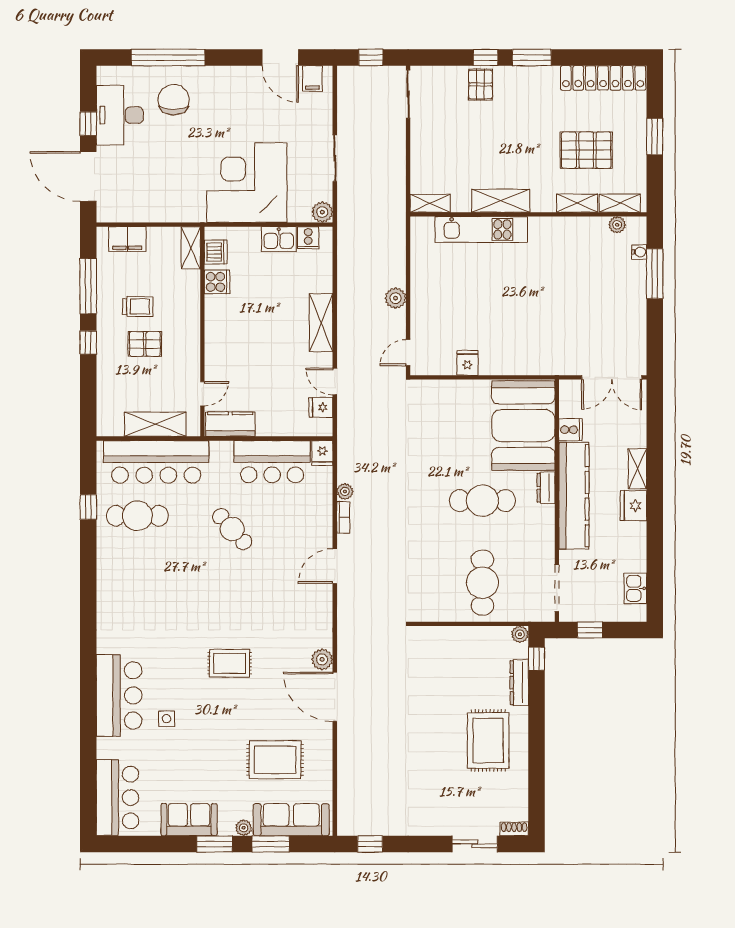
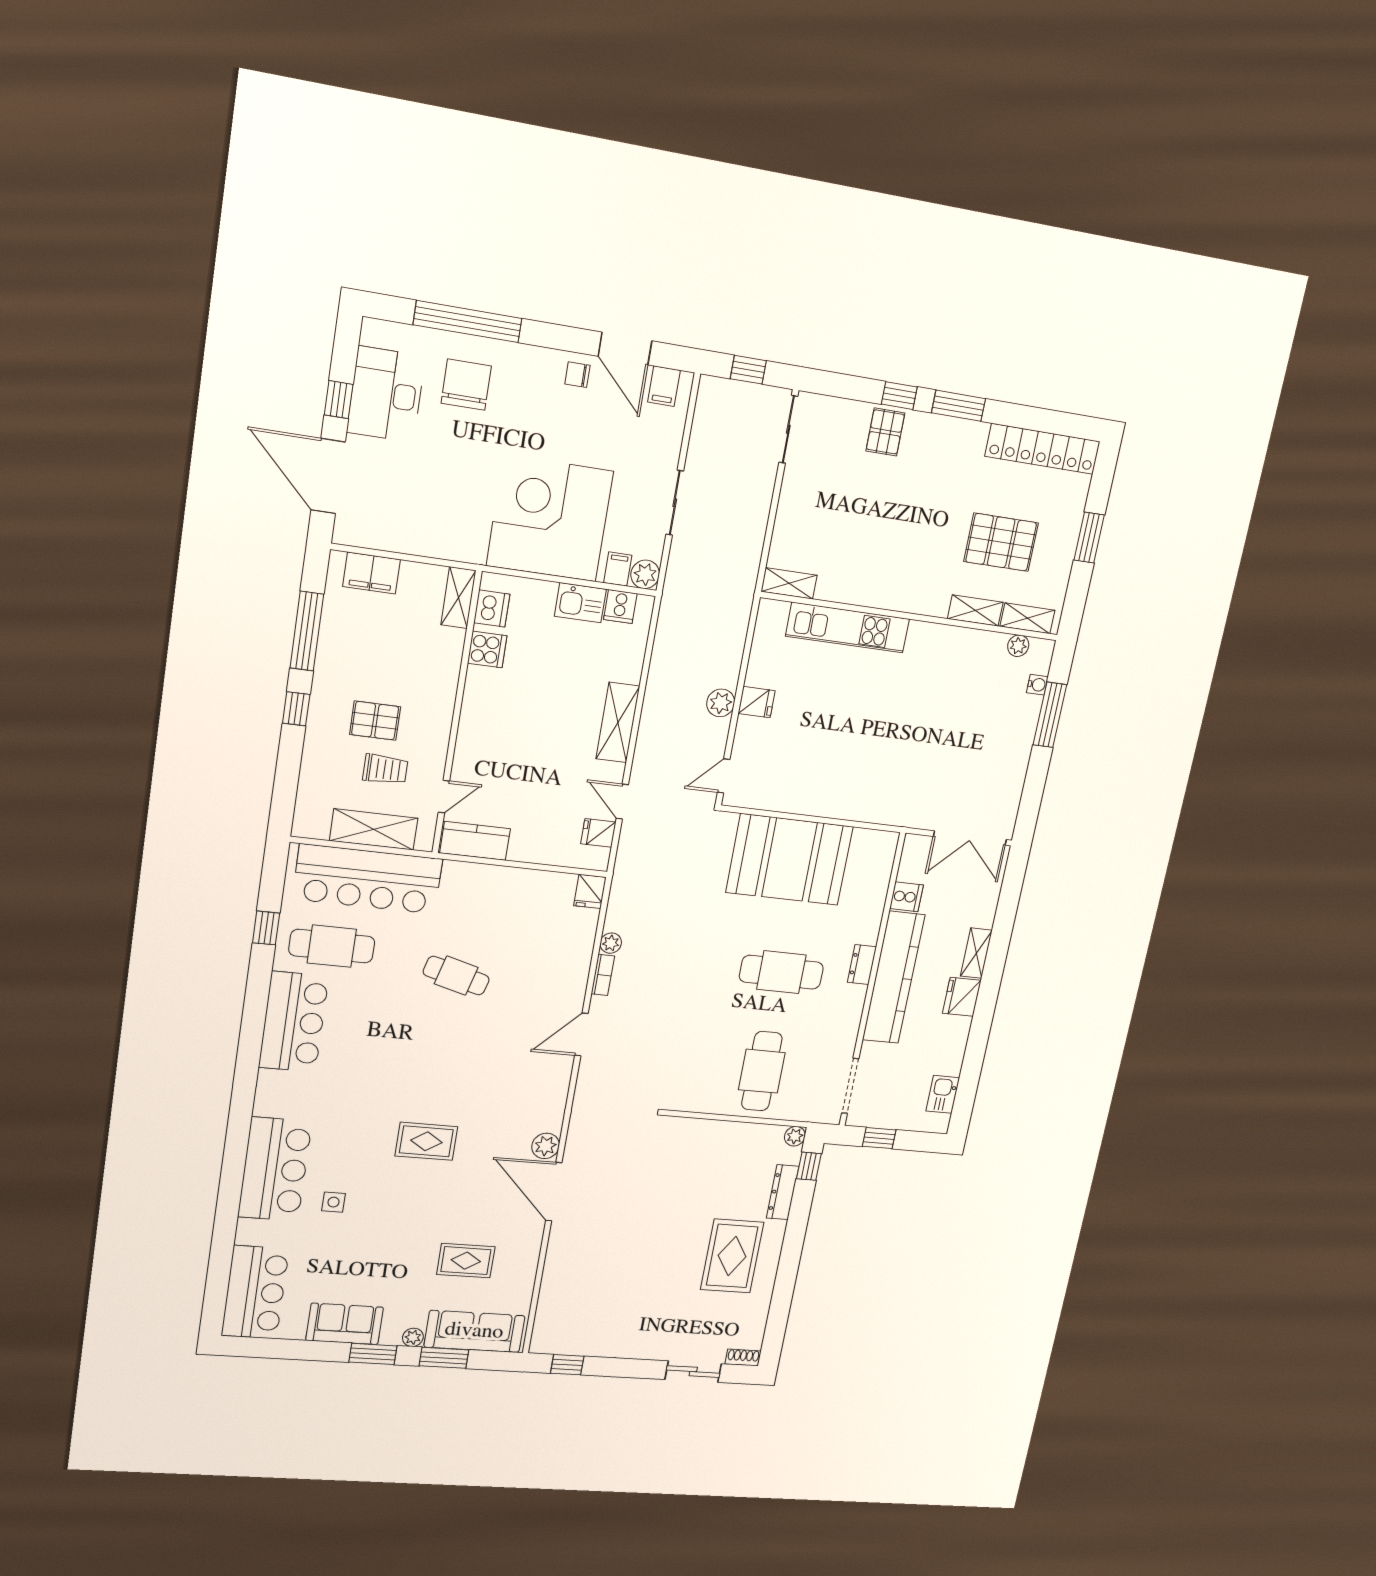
chair: (250, 81) -> (577, 375), added
shelving: (501, 201) -> (880, 593), removed
filing cabinet: (302, 211) -> (618, 569), added
trolley: (138, 307) -> (385, 769), moved
fridge: (467, 363) -> (757, 702), moved, turned 90
booth: (523, 426) -> (789, 860), moved, turned 90
bar counter: (272, 462) -> (294, 1022), moved, turned -90
cafe table: (232, 529) -> (456, 976), turned -33
rug: (275, 760) -> (466, 1261), width x0.73, depth x0.70

